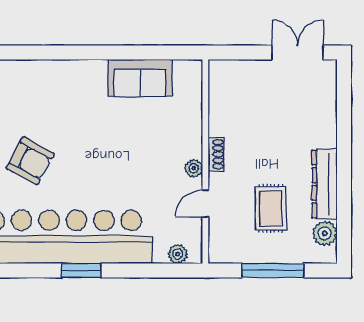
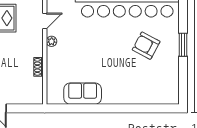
shoe rack: (216, 154) -> (38, 67), moved

